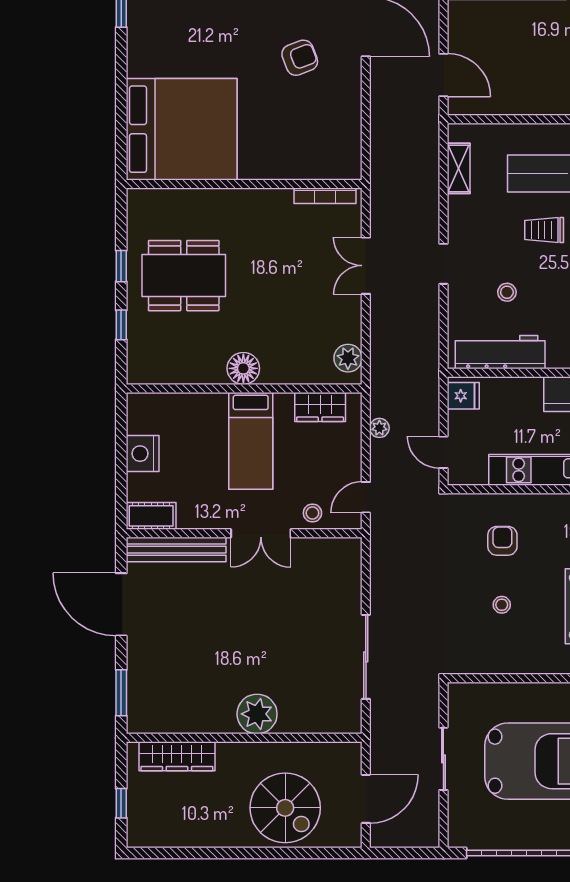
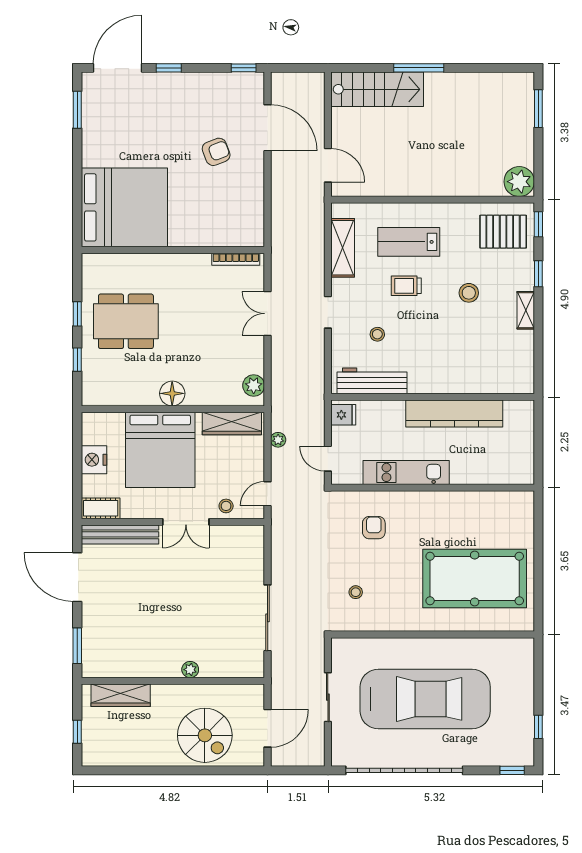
shelving: (459, 168) -> (343, 248), width x1.50, depth x1.33
wardrobe: (320, 407) -> (232, 423), width x1.50
bed: (251, 441) -> (160, 450), width x2.04
stool: (502, 605) -> (356, 592), moved
plant: (257, 714) -> (190, 670), width x0.53, depth x0.53

